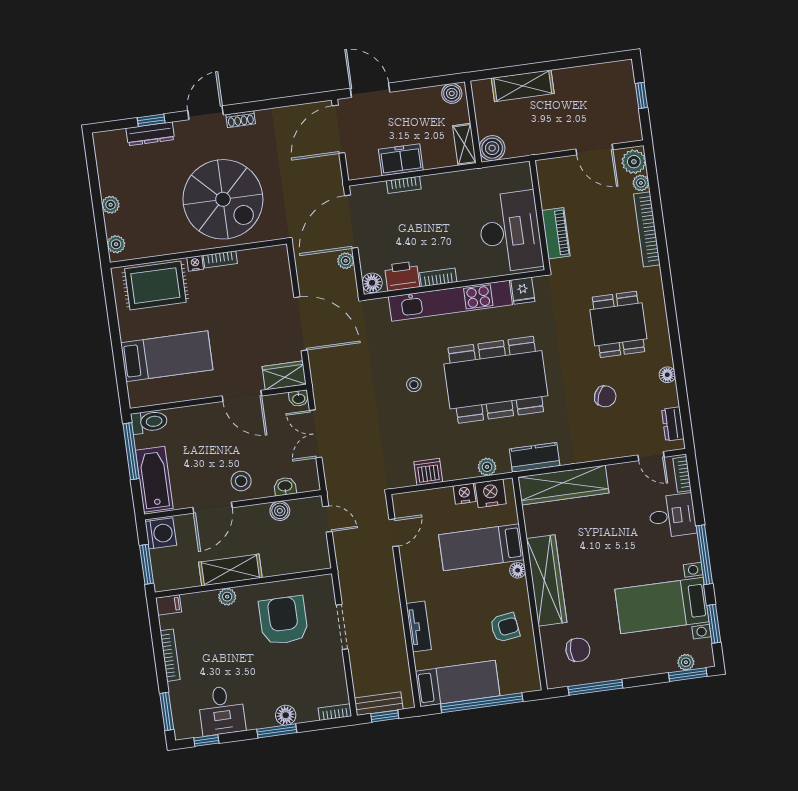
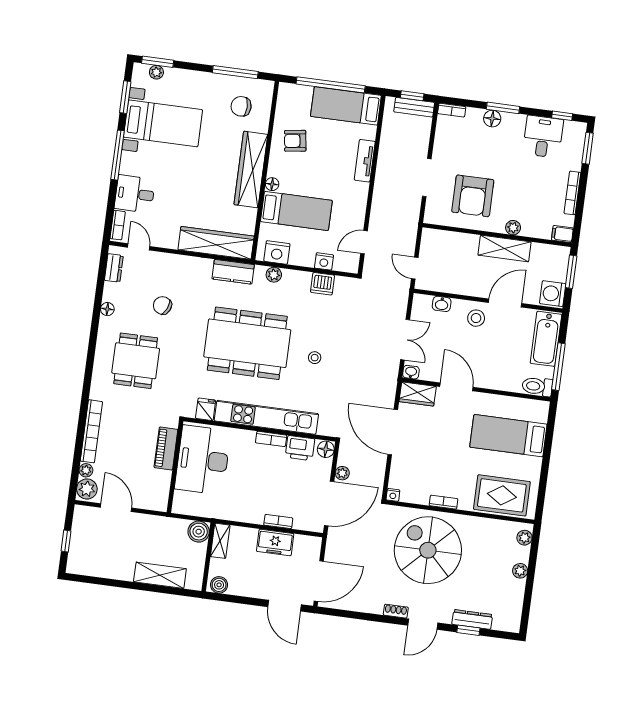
nightstand: (195, 263) -> (393, 495), moved
nightstand: (464, 494) -> (324, 261), moved
boiler: (280, 511) -> (451, 285), removed

